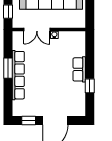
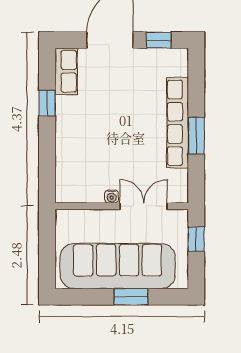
row of seats: (79, 69) -> (66, 71), moved

